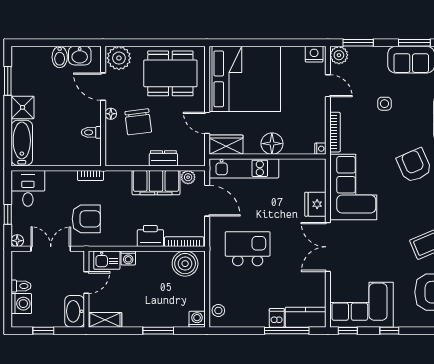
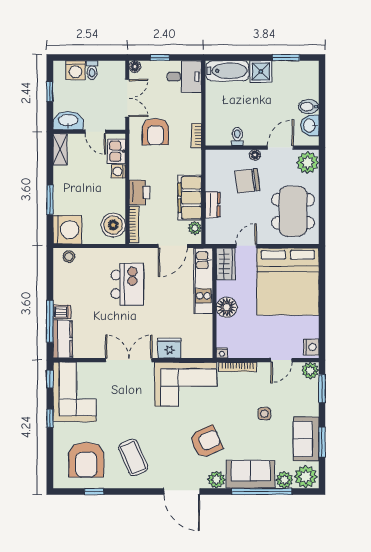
washing machine: (197, 319) -> (67, 230), width x1.89, depth x1.89

